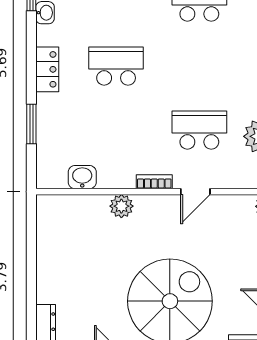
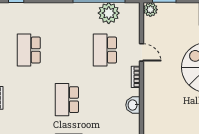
washbasin: (82, 177) -> (133, 105), moved
plant: (121, 206) -> (150, 96), removed

